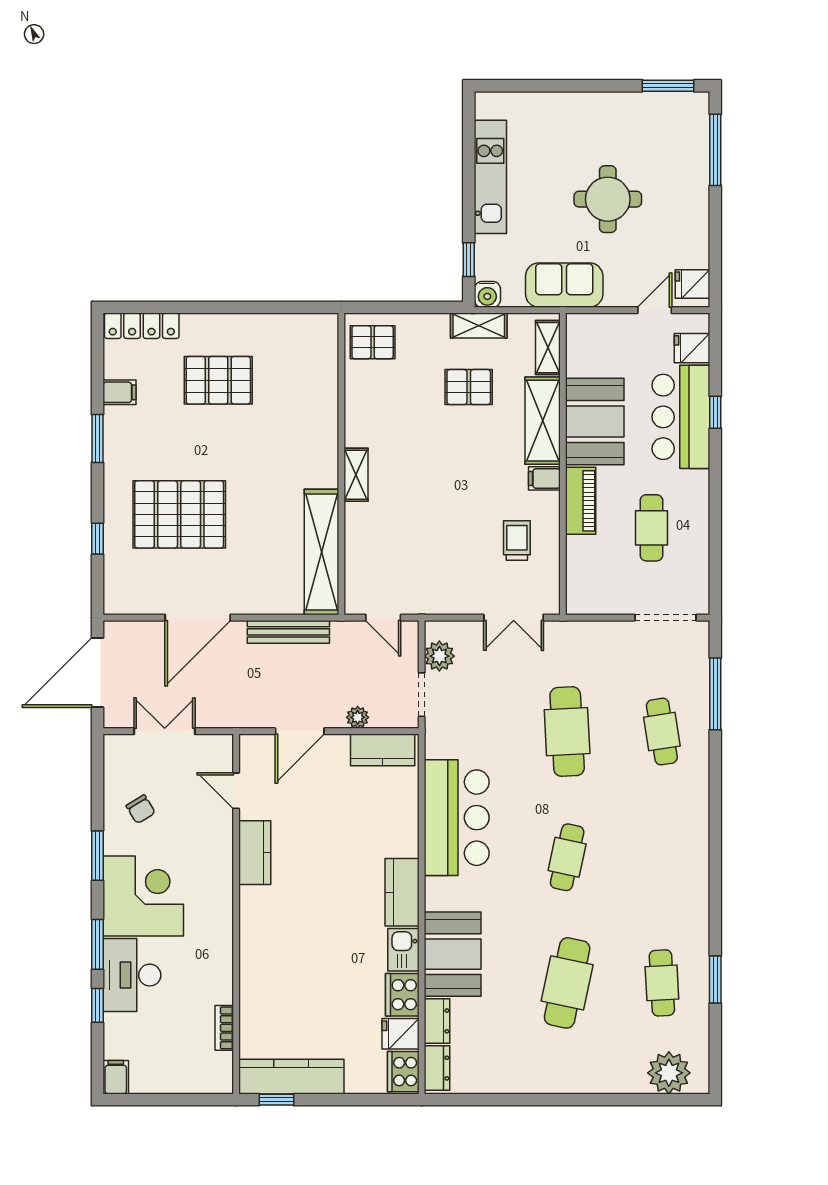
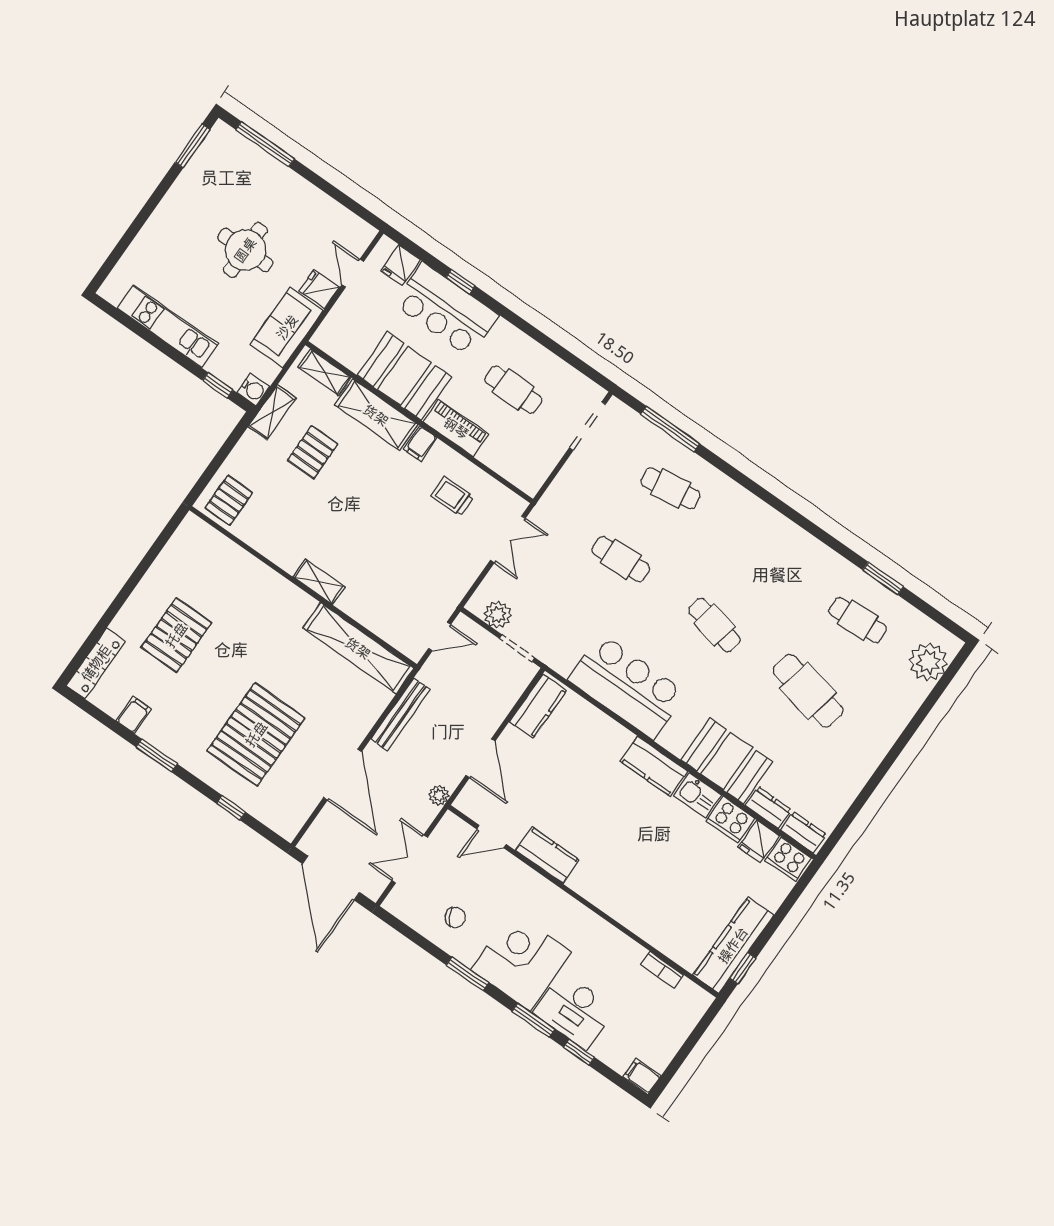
fridge: (693, 284) -> (319, 289), moved, turned 90
plant: (358, 717) -> (439, 795), moved
cafe table: (567, 732) -> (621, 559), width x0.73, depth x0.74

